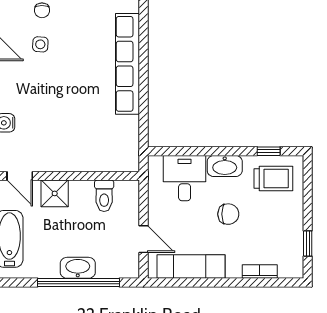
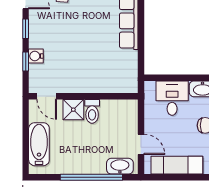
toilet: (104, 196) -> (92, 111), moved
washbasin: (78, 268) -> (120, 166), moved

